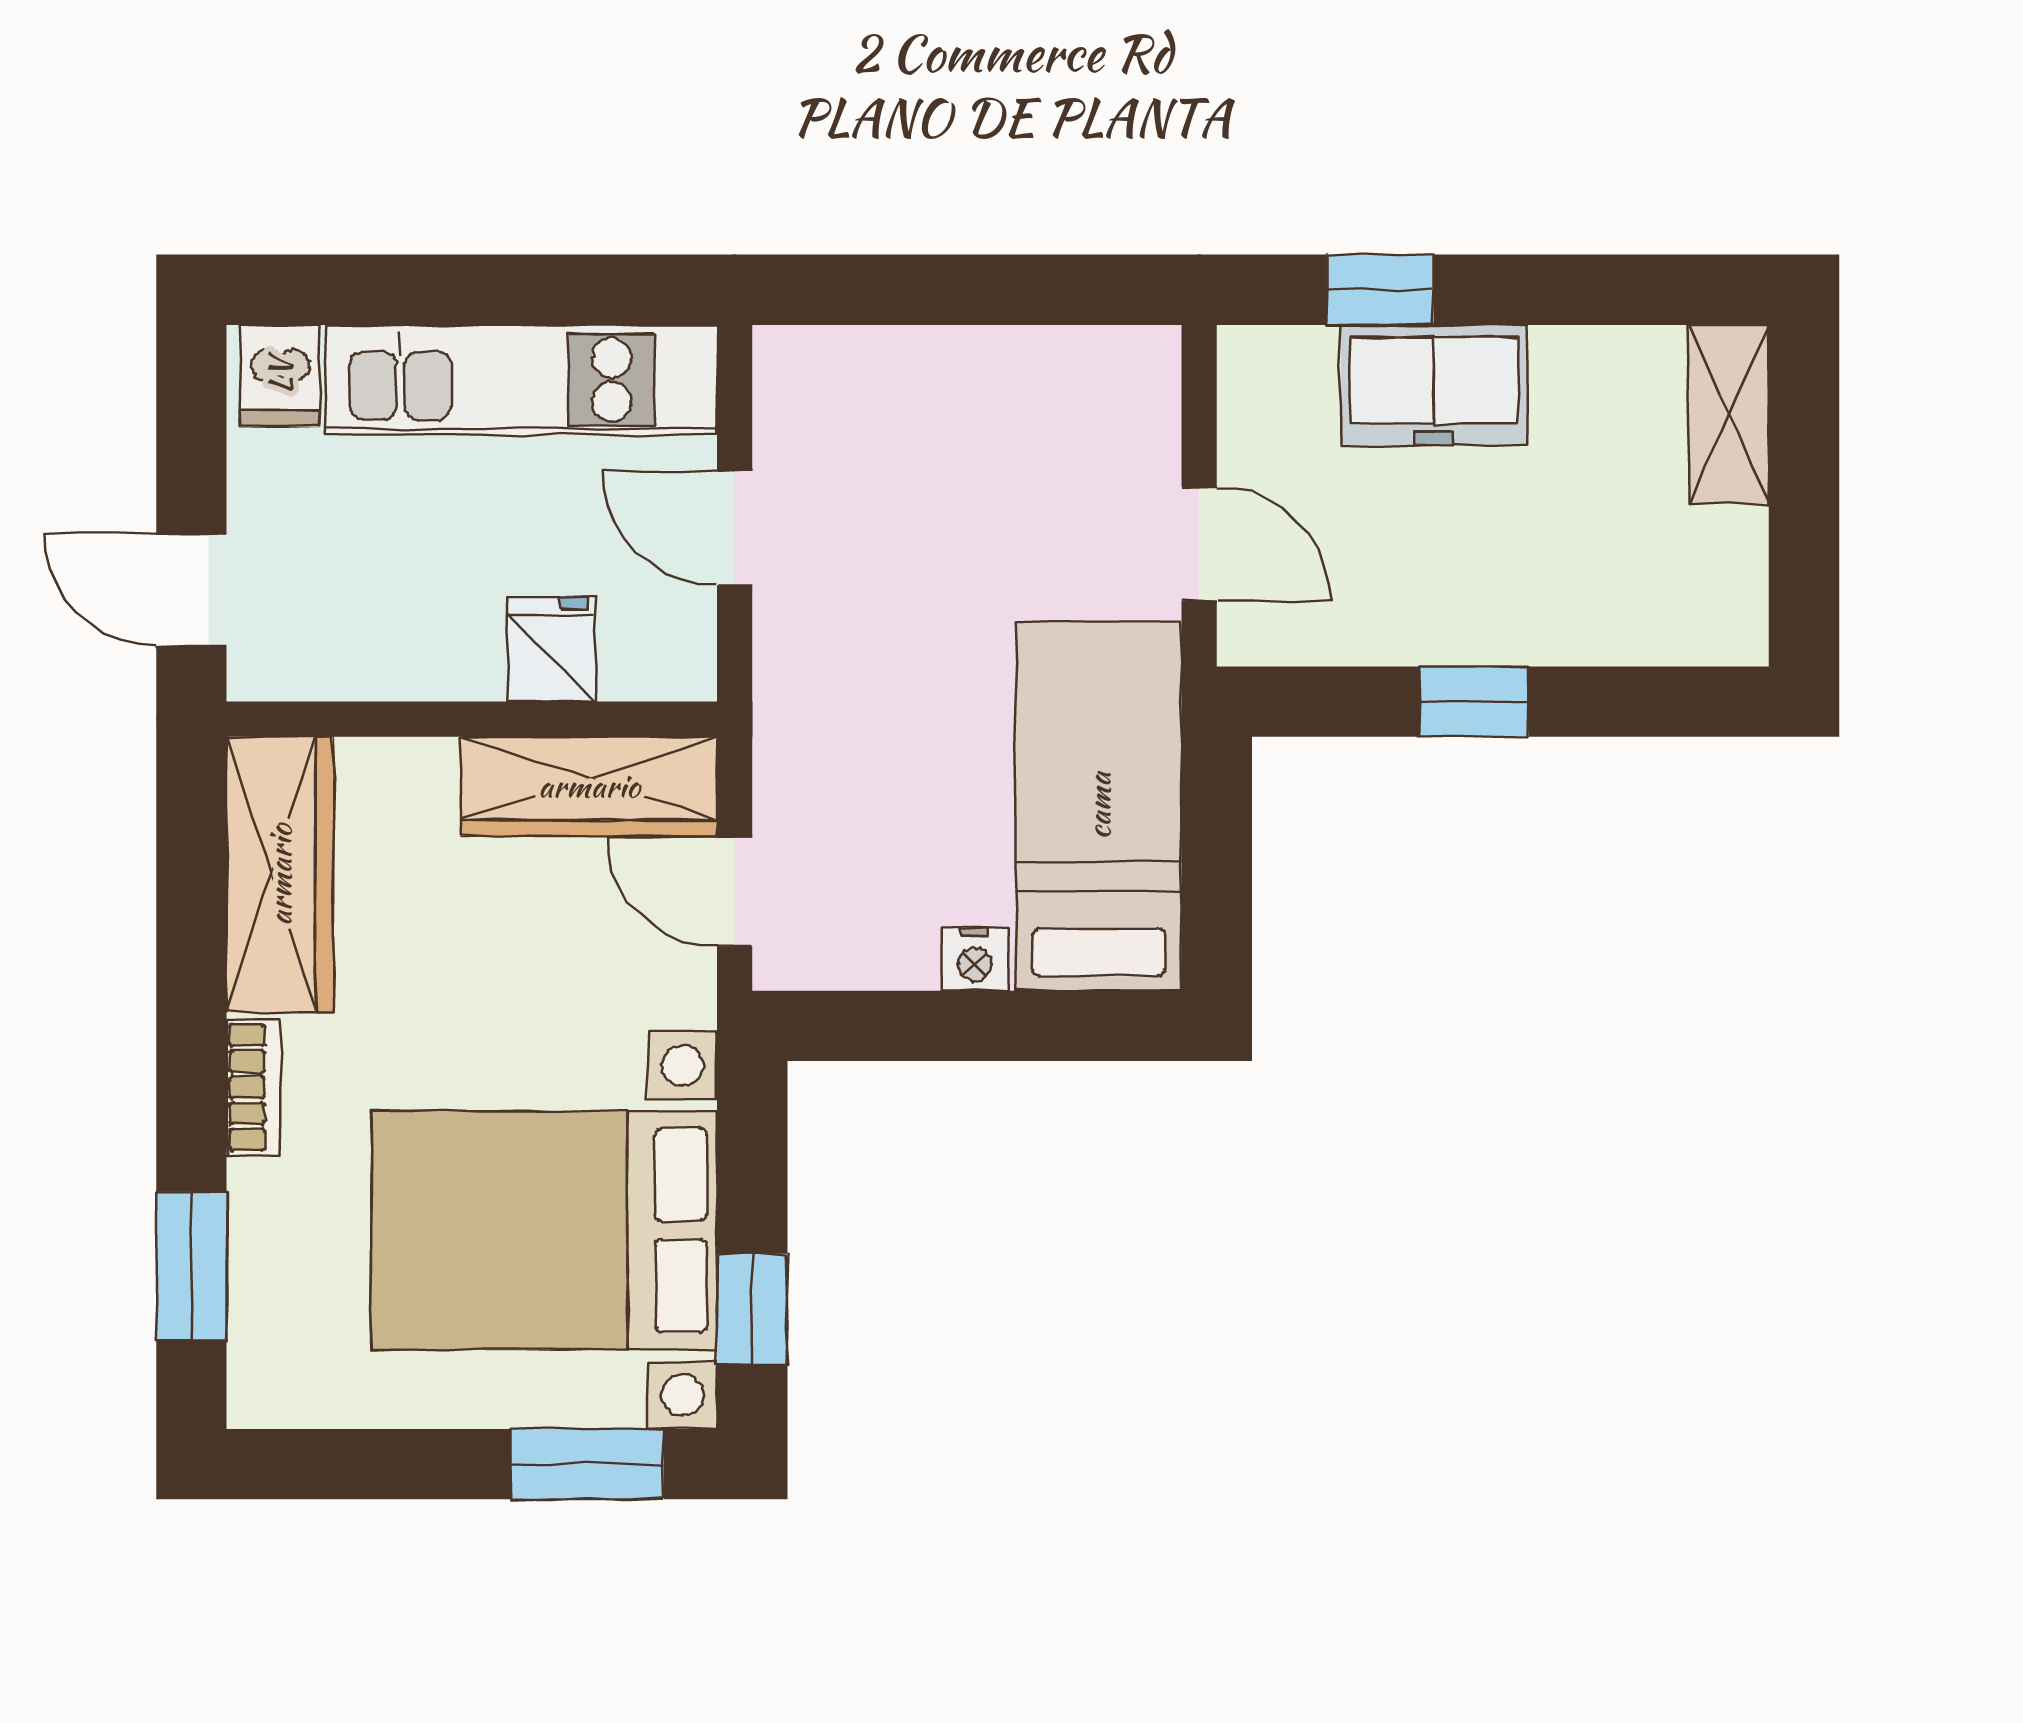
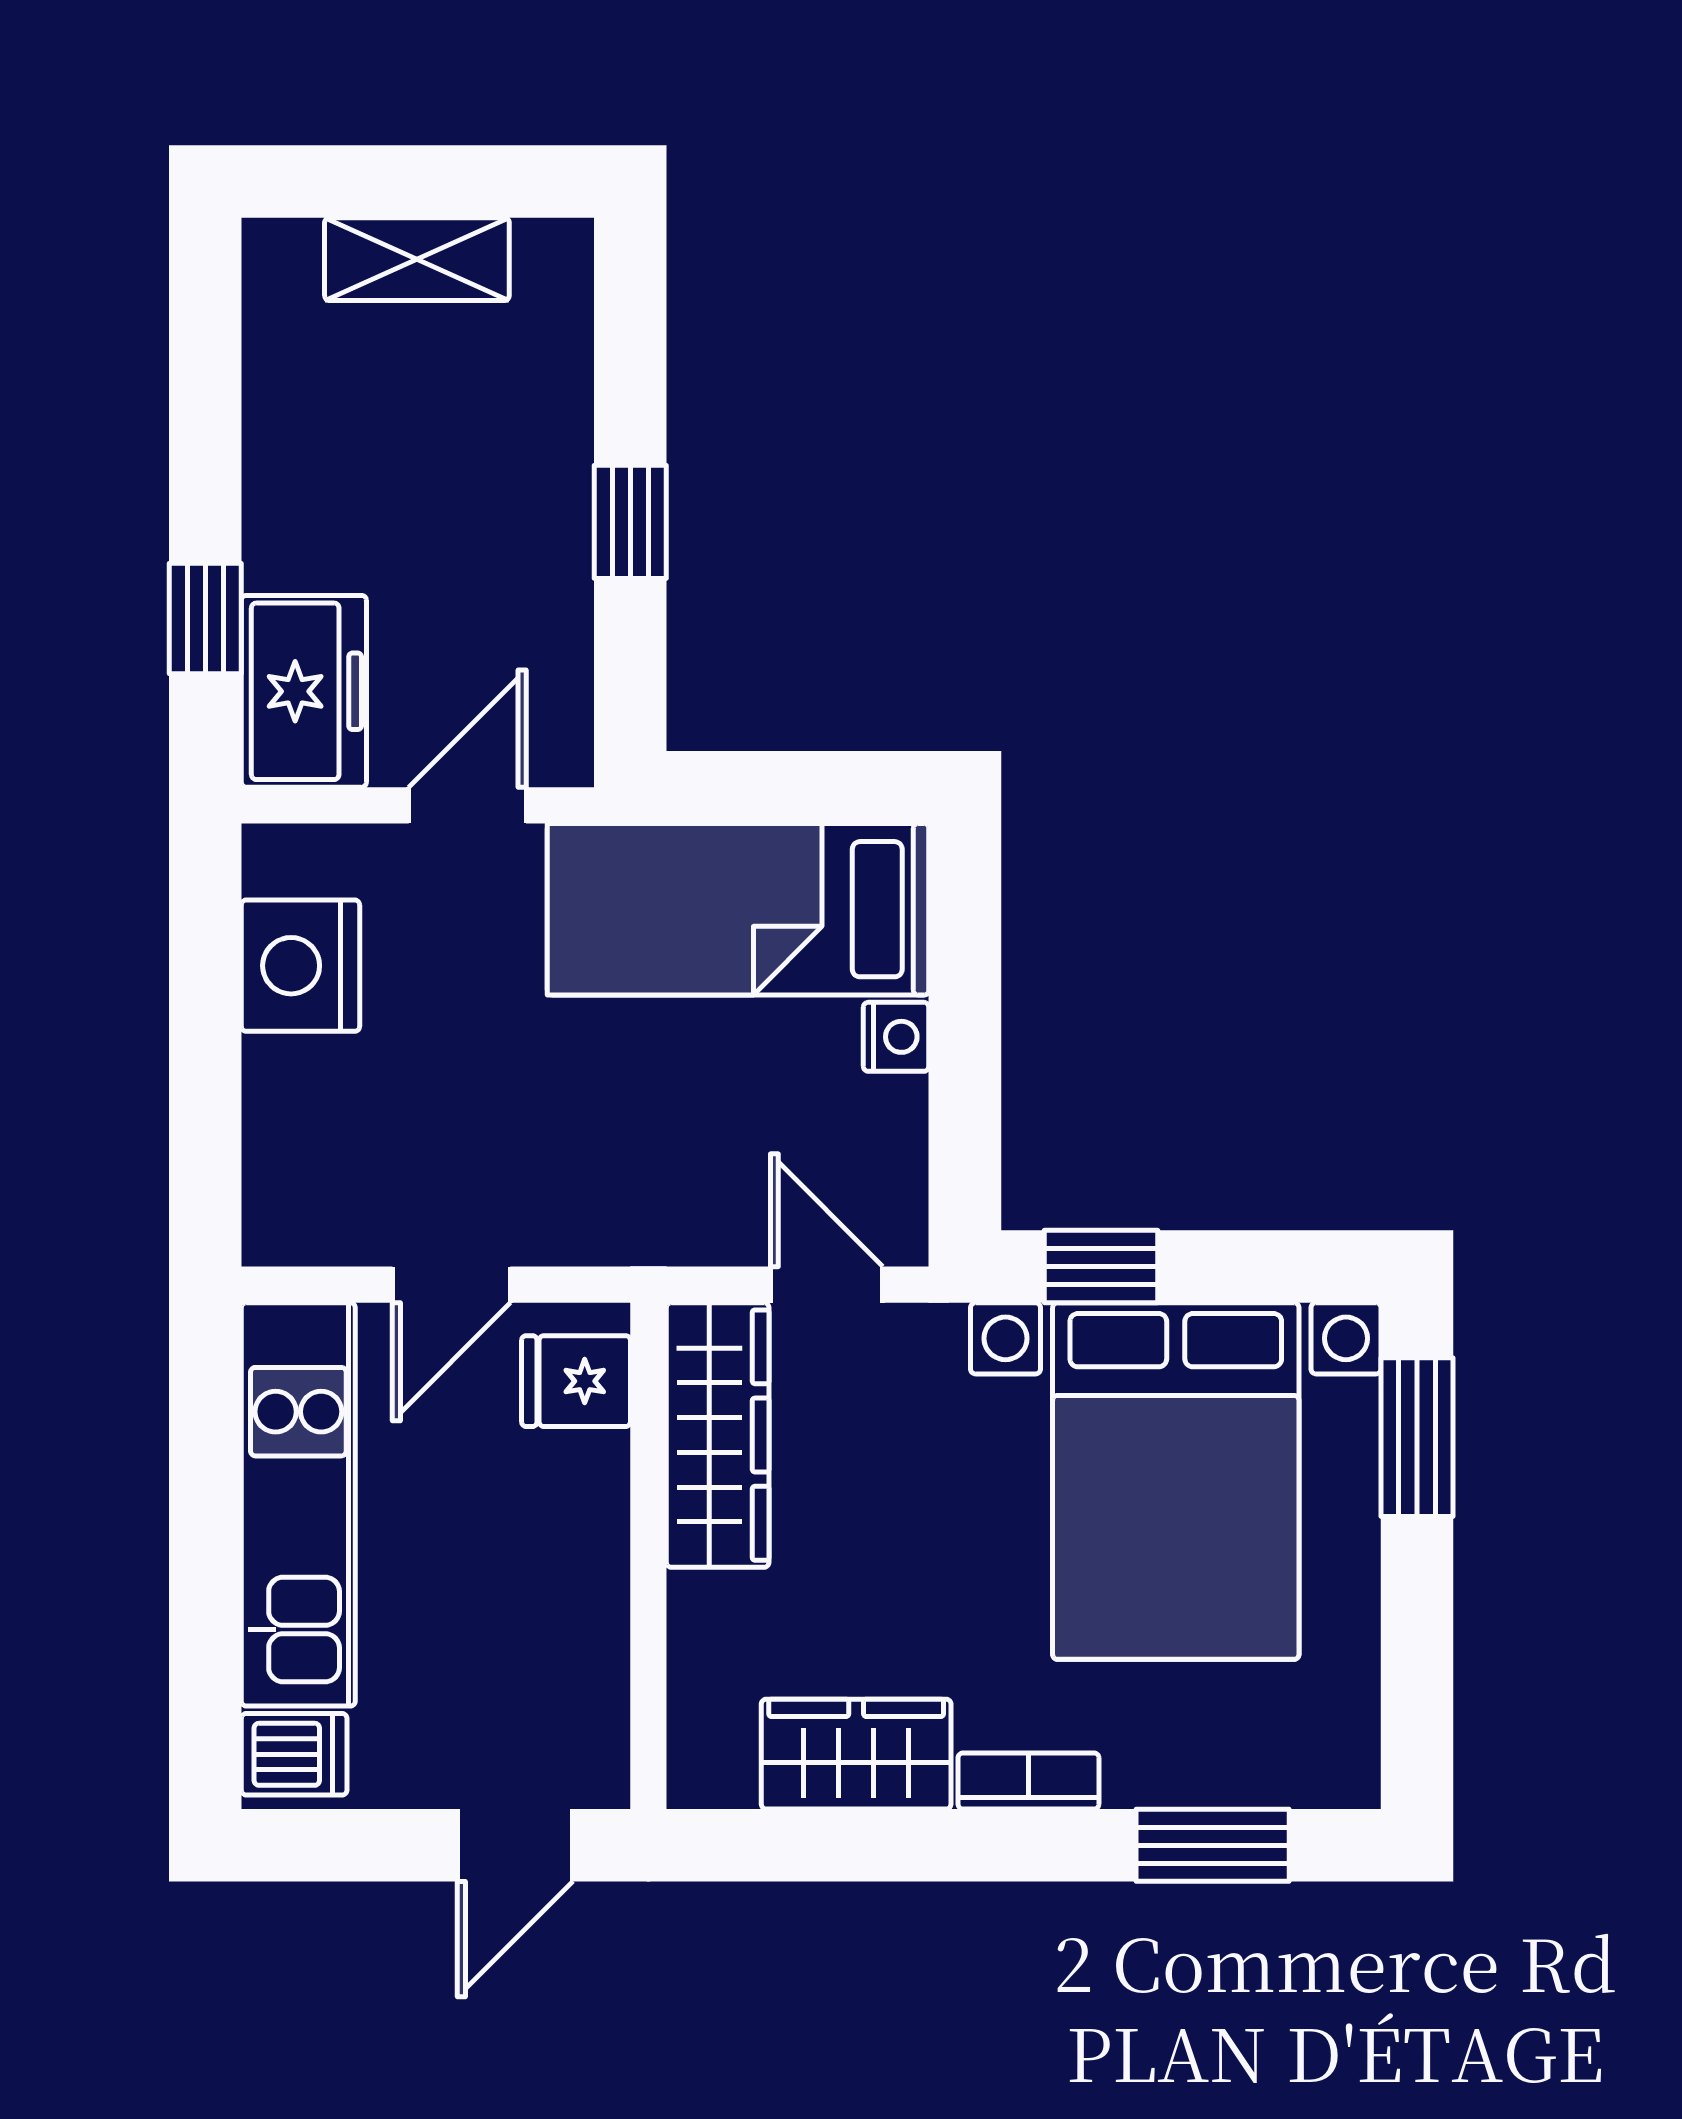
nightstand: (1044, 382) -> (301, 966), added
freezer: (1434, 385) -> (304, 691), moved
shelving: (1729, 414) -> (417, 259), moved
fridge: (551, 649) -> (576, 1381), moved
wardrobe: (280, 875) -> (856, 1754), width x0.67
door: (735, 892) -> (827, 1285), swing flipped
window: (752, 1309) -> (1101, 1267), moved

